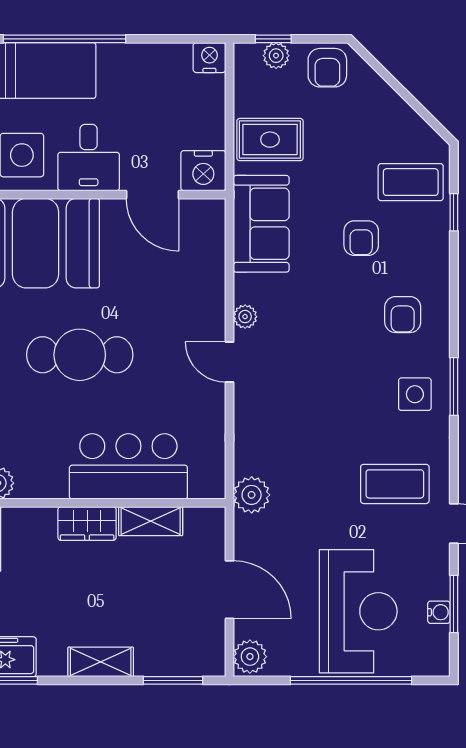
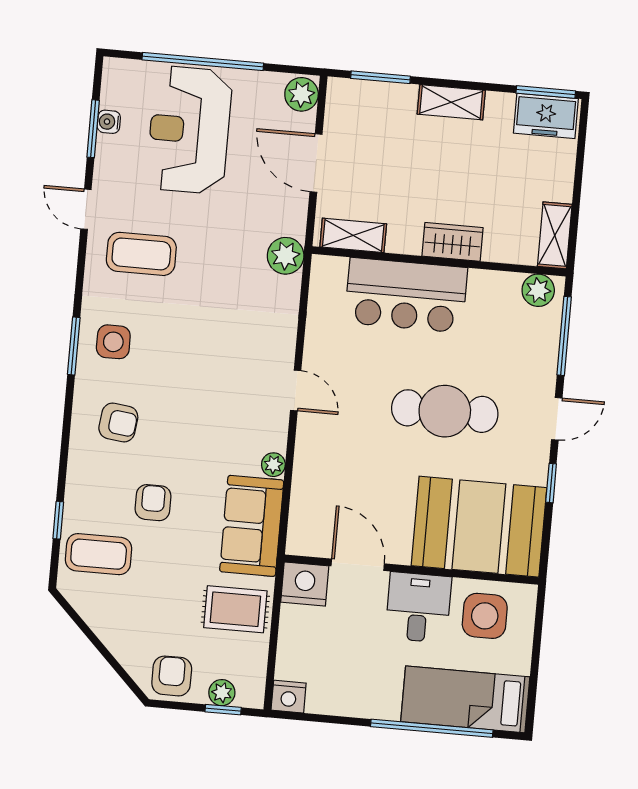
armchair: (403, 315) -> (118, 422), turned 97
plant: (245, 317) -> (273, 465), moved
shelving: (151, 521) -> (353, 235), moved

